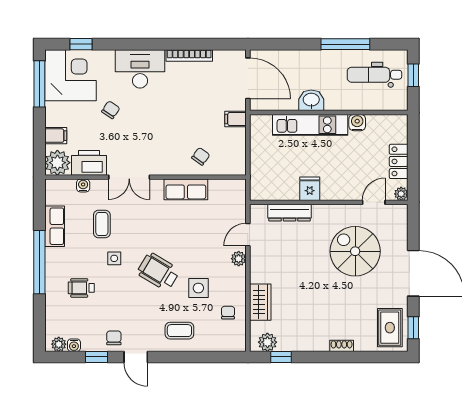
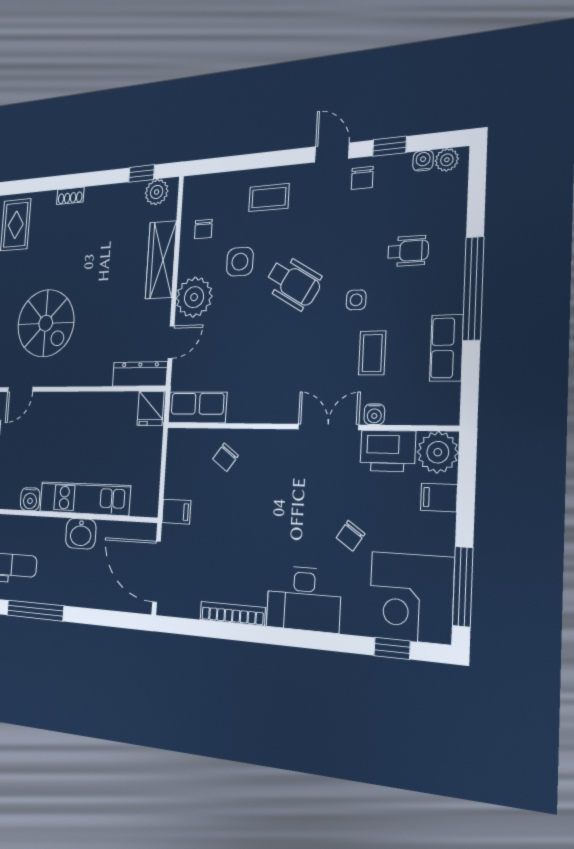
water cooler: (83, 185) -> (374, 414), moved
row of seats: (186, 189) -> (197, 407), moved
fridge: (310, 189) -> (151, 408), moved
dresser: (289, 213) -> (140, 374), moved
plant: (239, 259) -> (194, 297), width x1.88, depth x1.88
wardrobe: (260, 302) -> (161, 260), width x1.50

